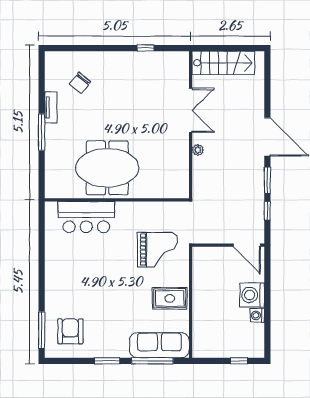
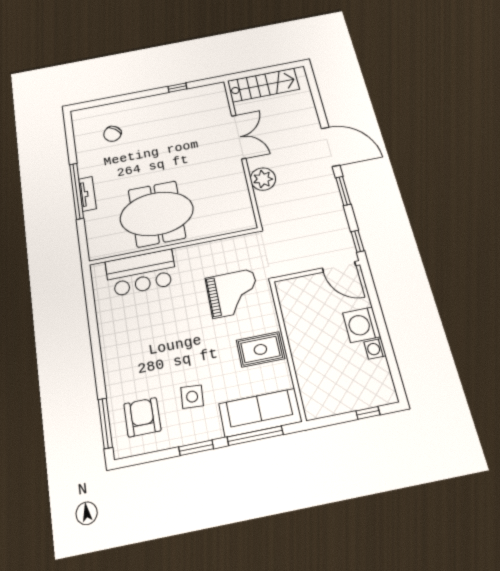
tv unit: (51, 108) -> (87, 194), moved
window: (42, 132) -> (77, 191), width x1.46
plant: (198, 150) -> (263, 179), width x1.88, depth x1.88
window: (267, 211) -> (358, 241), moved
side table: (111, 324) -> (192, 397), added

